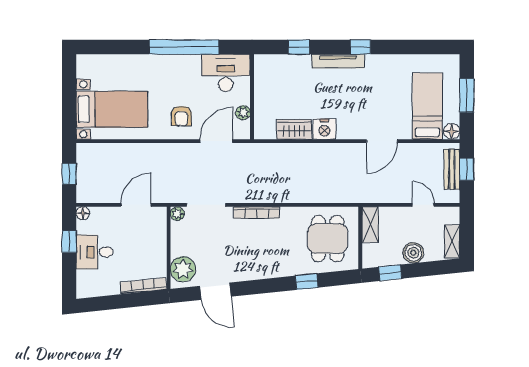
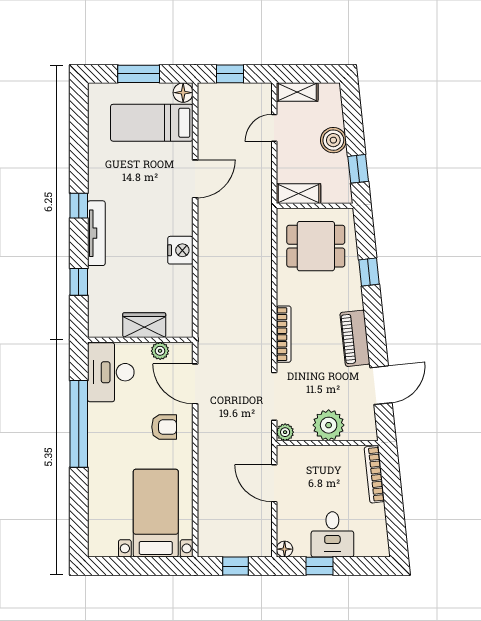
wardrobe: (294, 129) -> (144, 325), moved, turned 90
door: (382, 141) -> (195, 179), hinge flipped
bench: (452, 169) -> (230, 92), removed
shelving: (452, 241) -> (297, 92), moved
plant: (183, 269) -> (329, 425), moved
piano: (253, 270) -> (355, 338), added

